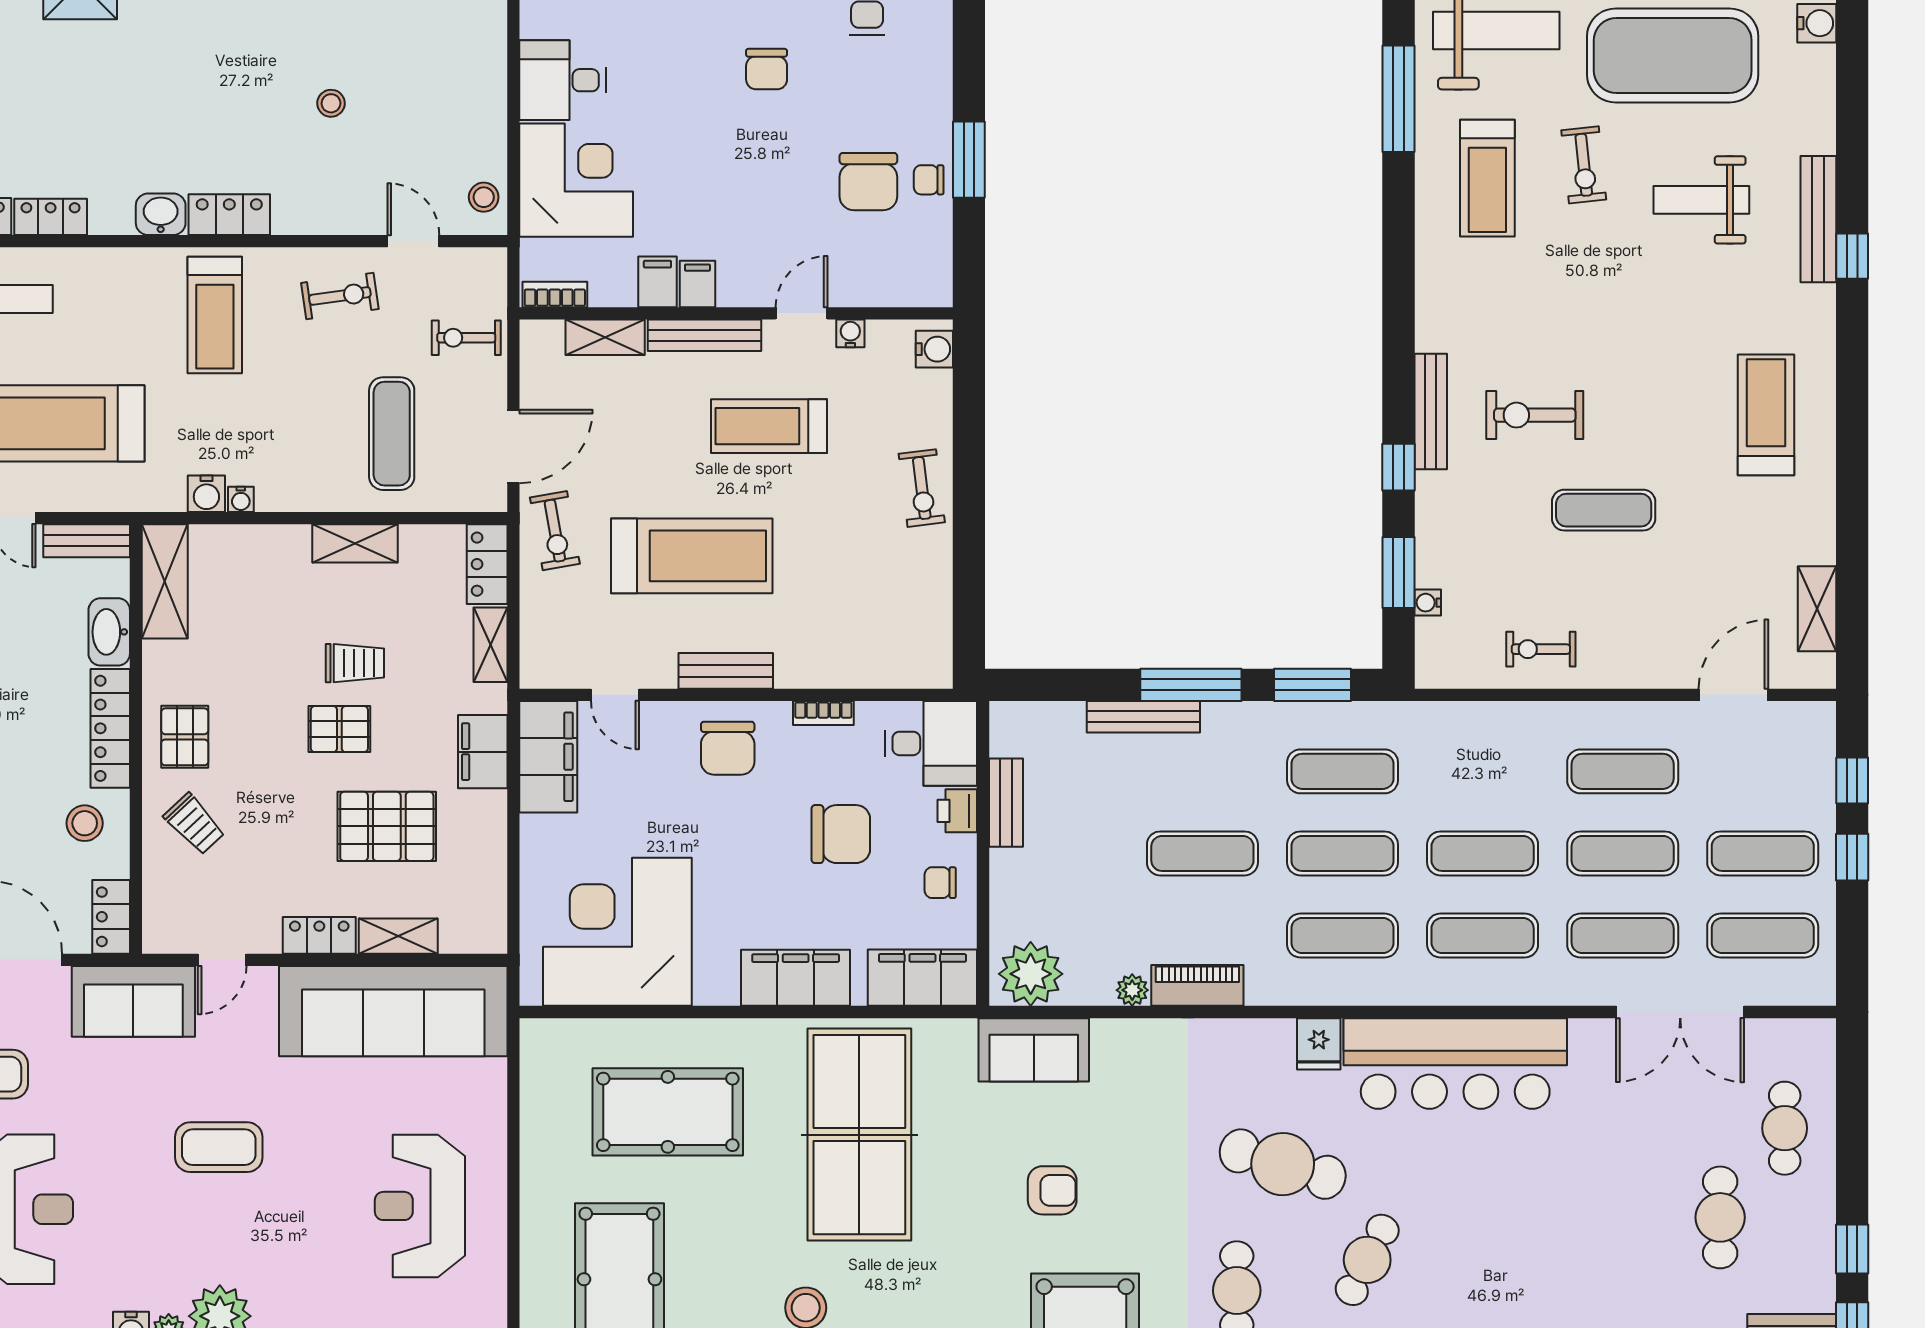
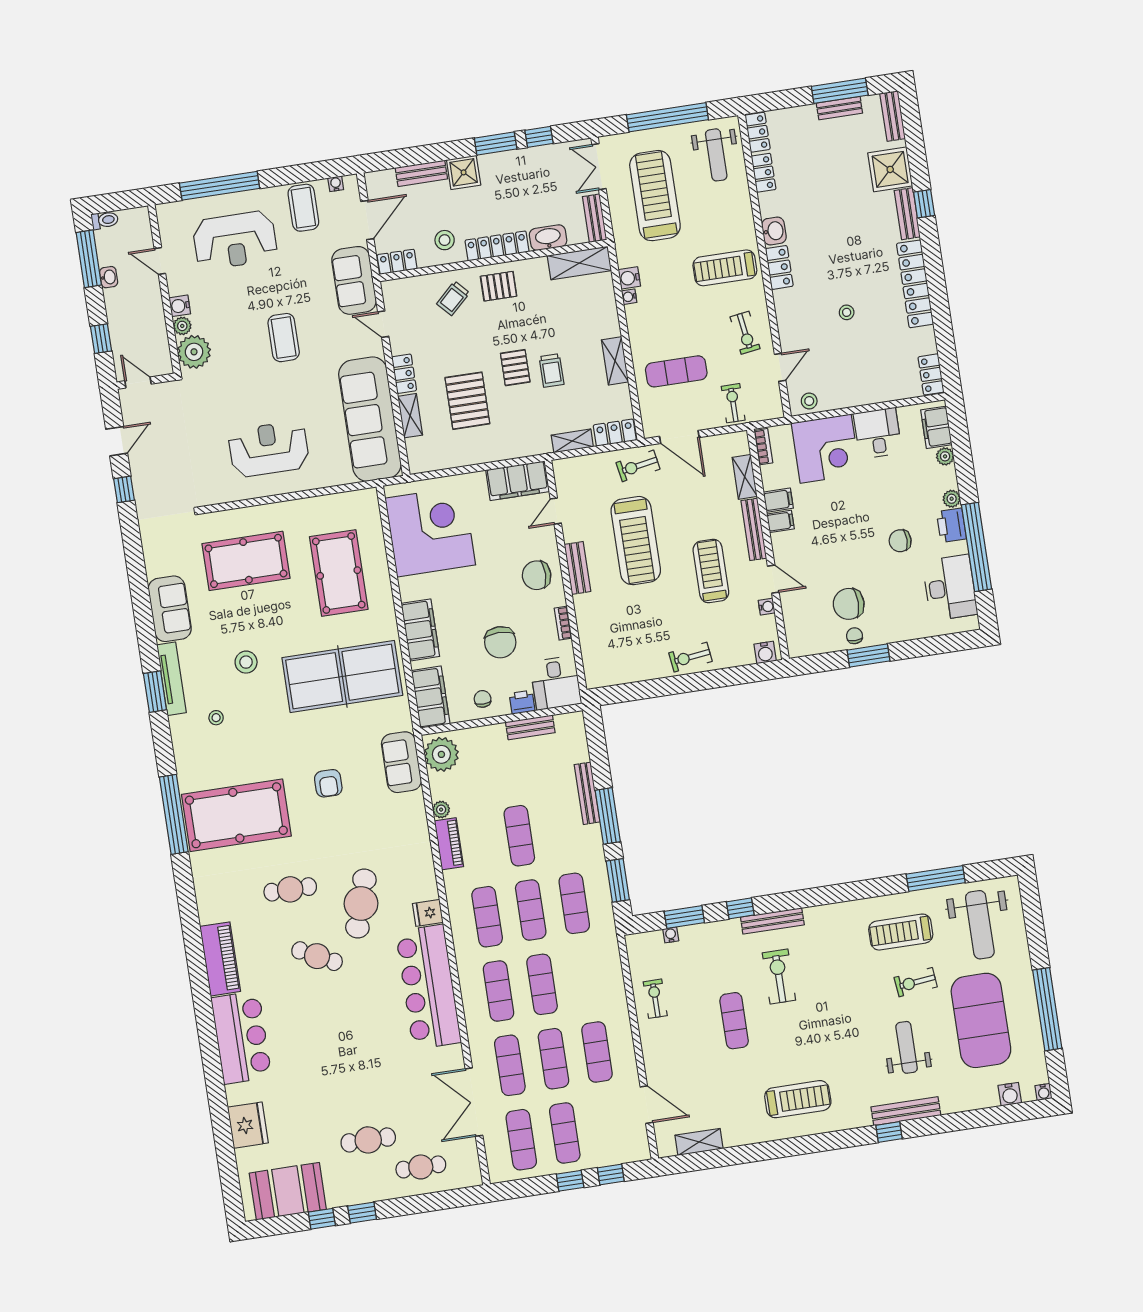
filing cabinet: (483, 752) -> (515, 446), removed

